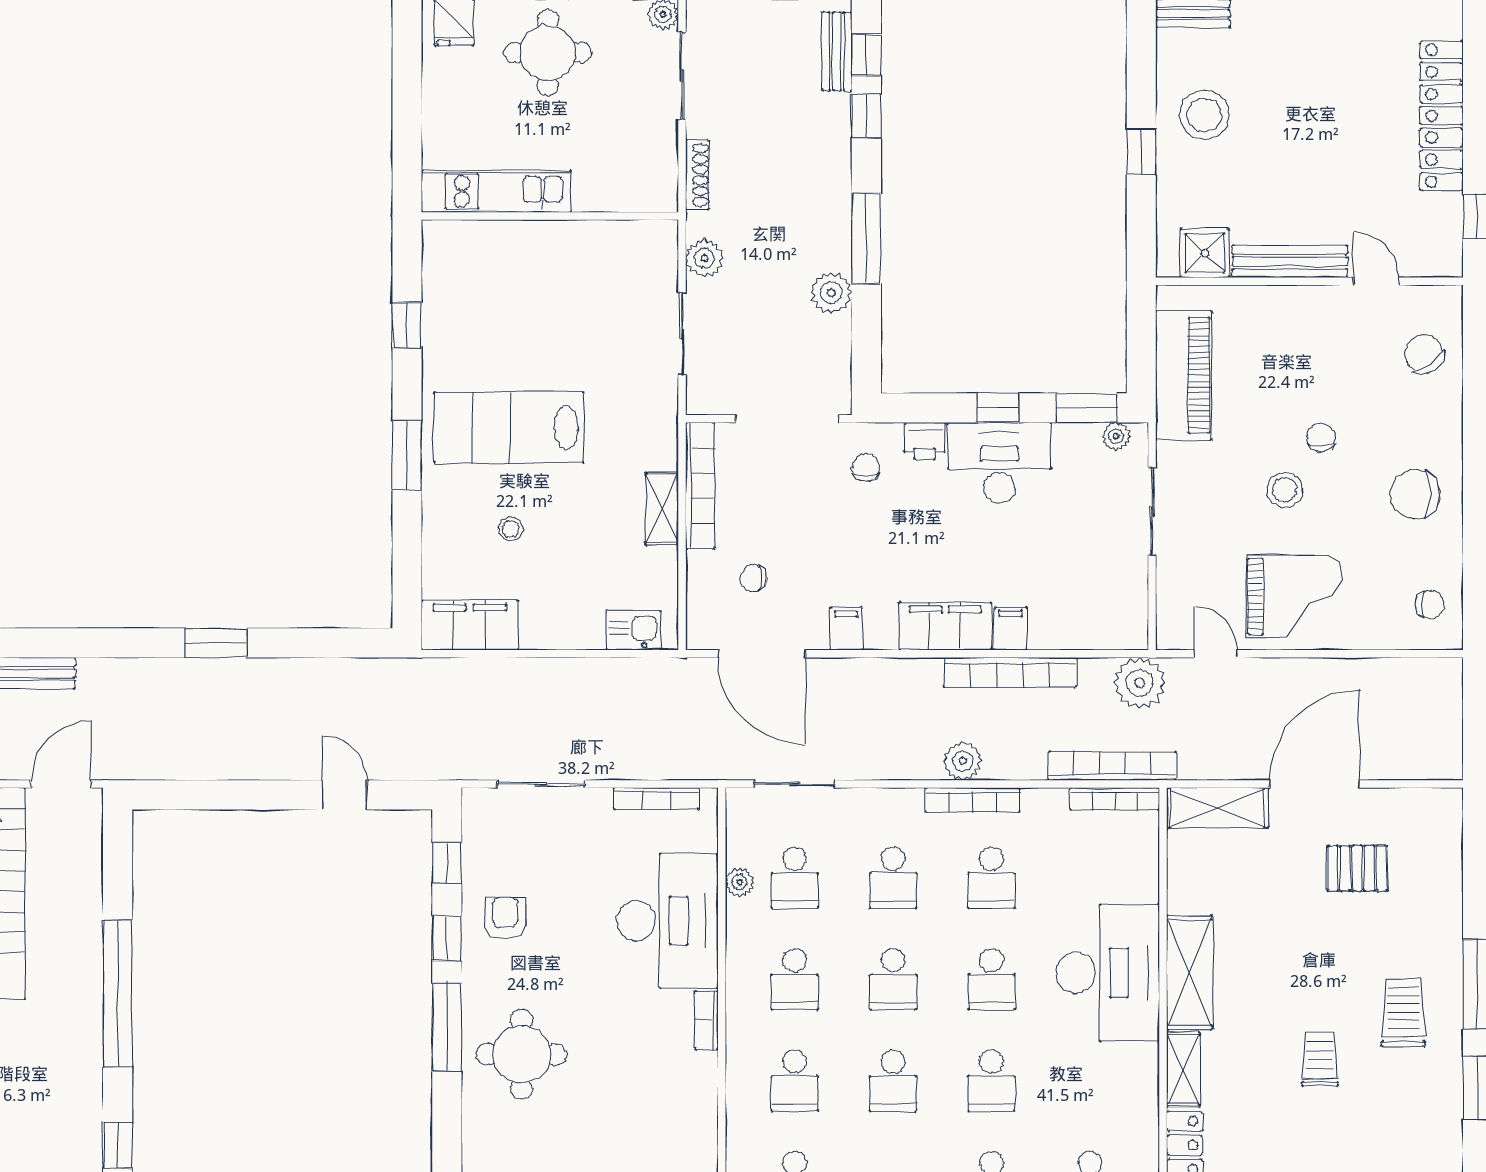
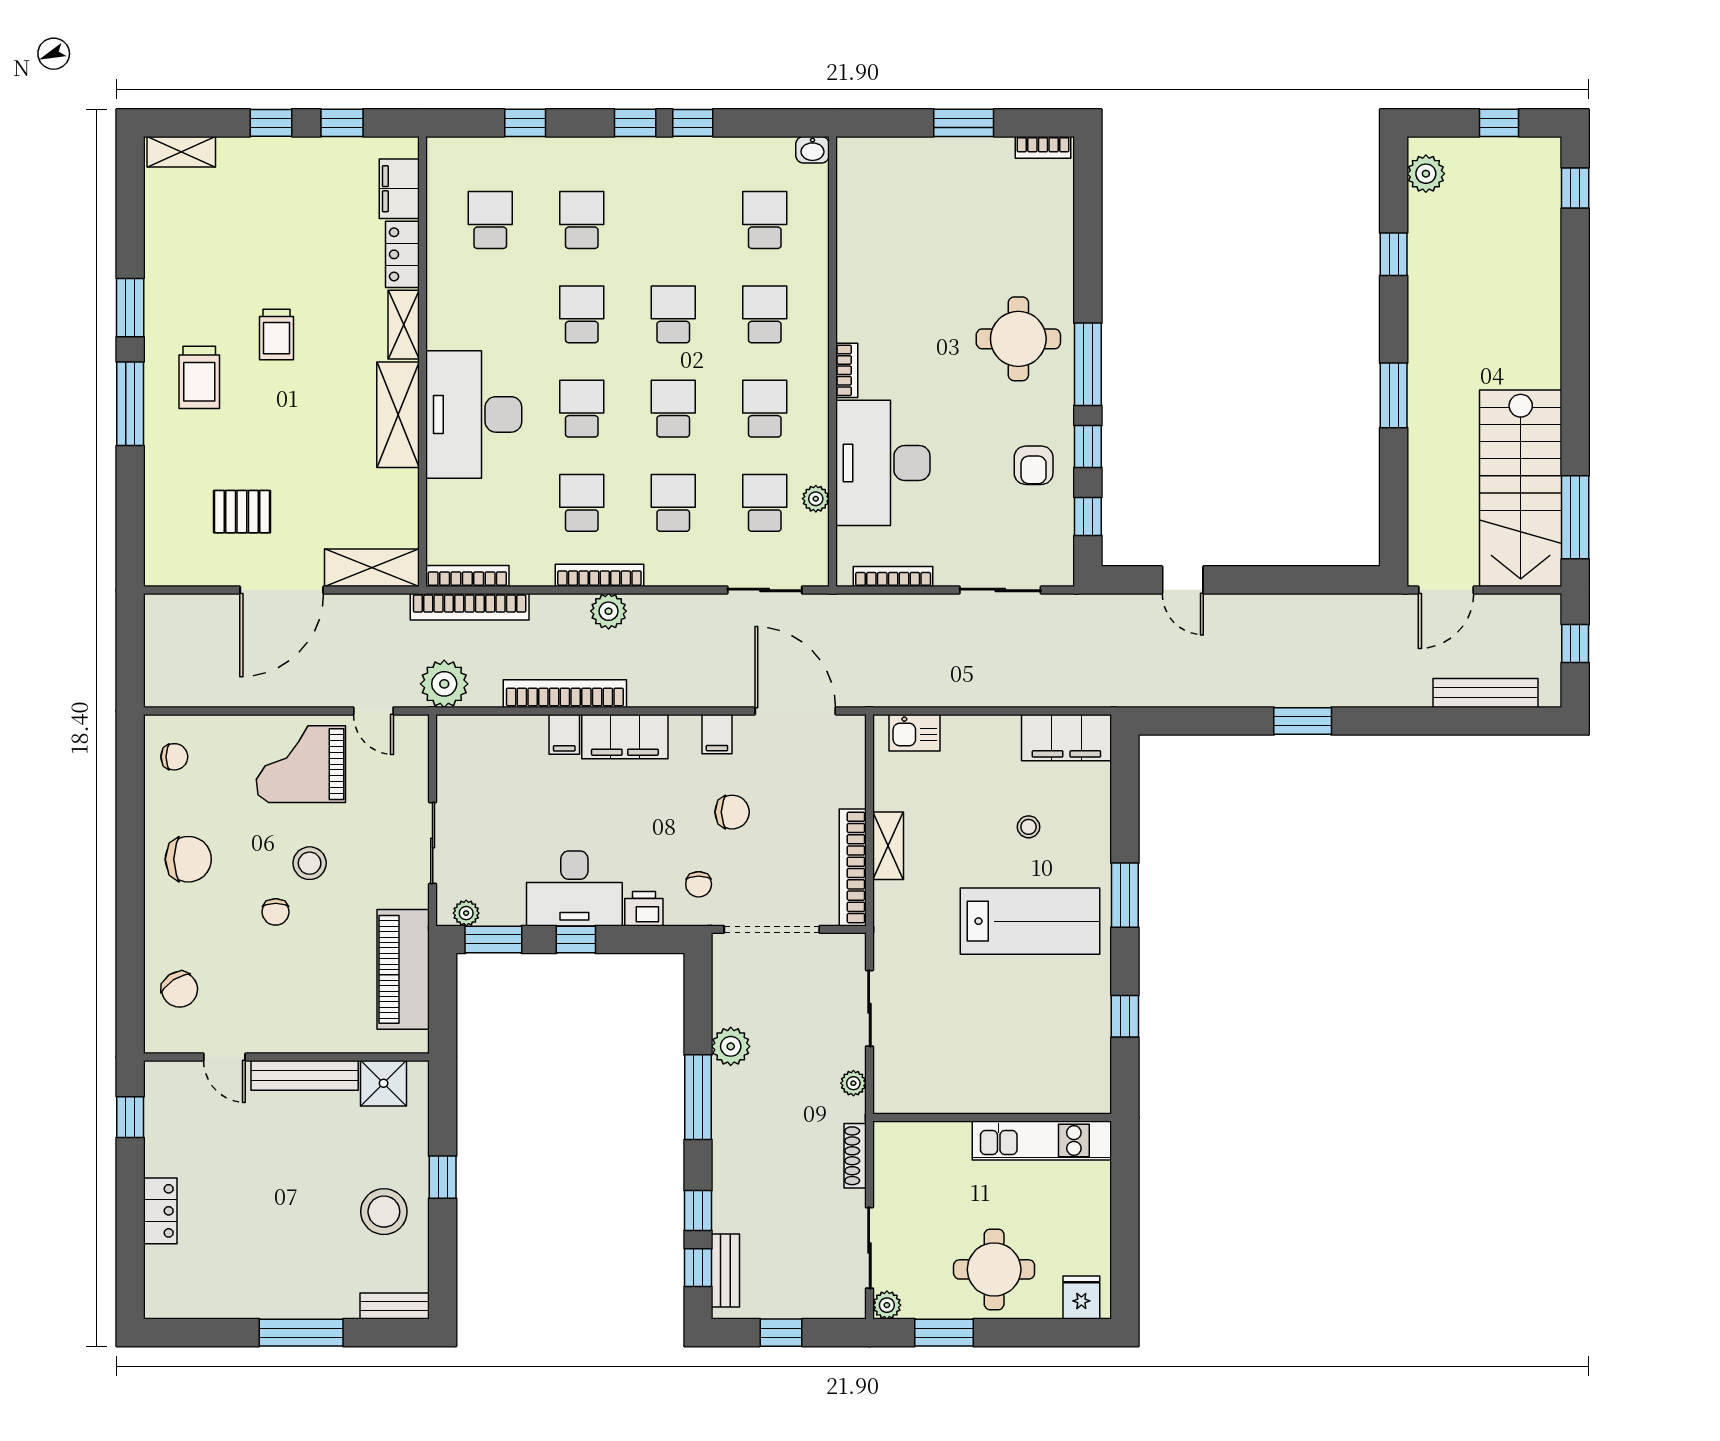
locker: (1441, 116) -> (160, 1211), width x0.46, depth x0.83
plant: (704, 258) -> (853, 1083), width x0.73, depth x0.73
chair: (753, 578) -> (732, 812), moved, width x1.37, depth x1.37
chair: (1430, 604) -> (174, 757), turned 180
window: (118, 993) -> (1394, 395), width x0.47

